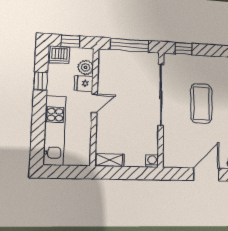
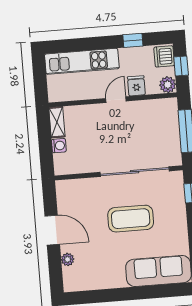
plant: (86, 67) -> (168, 85), moved
door: (94, 103) -> (116, 100), swing flipped
washing machine: (152, 161) -> (59, 146), moved

